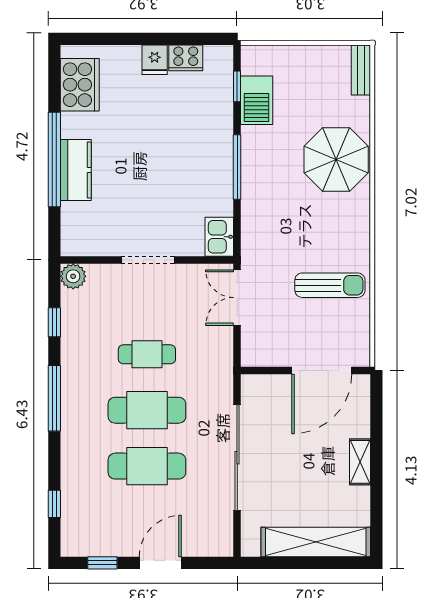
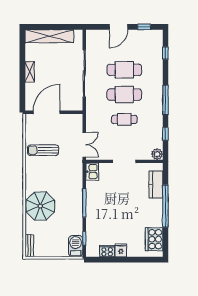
barbecue: (257, 100) -> (76, 246), moved
kitchen counter: (76, 170) -> (156, 185), moved

